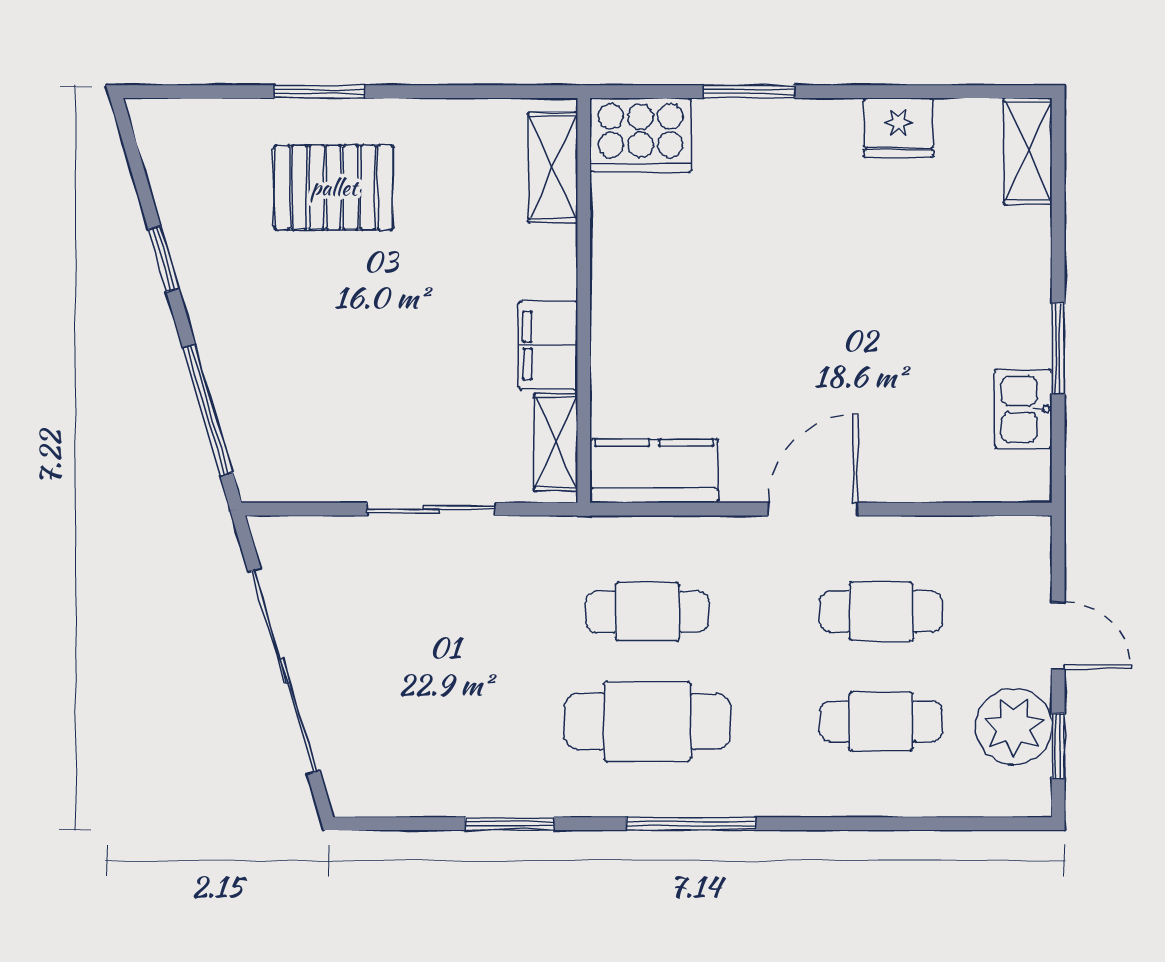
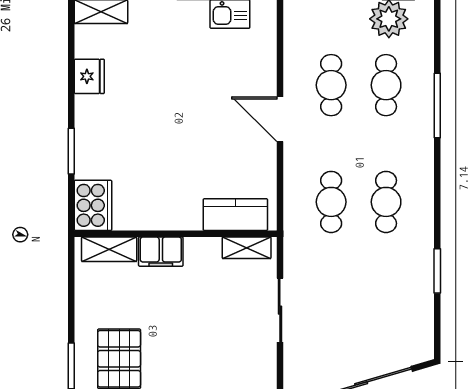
filing cabinet: (548, 345) -> (161, 252), moved
kitchen counter: (654, 471) -> (235, 215), moved, turned 90
cafe table: (647, 721) -> (386, 202), width x0.73, depth x0.74
window: (691, 824) -> (437, 105), moved

